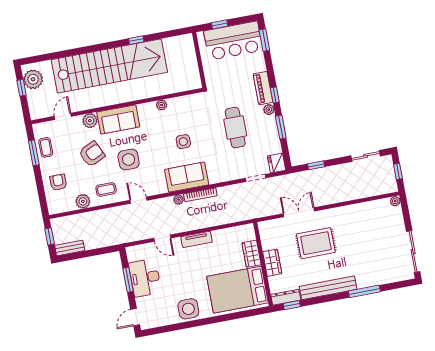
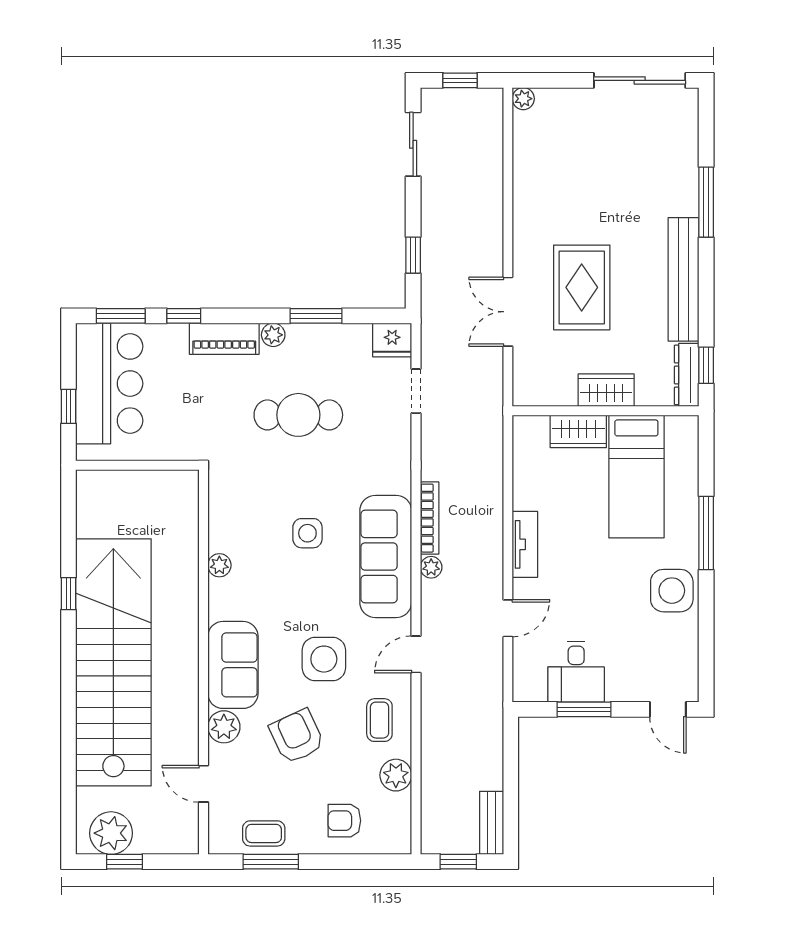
window: (275, 95) -> (184, 316), moved
sofa: (187, 177) -> (386, 556), width x1.36
desk: (145, 278) -> (576, 672), width x0.73
bed: (237, 290) -> (636, 476), width x0.67
window: (217, 319) -> (706, 533), added

